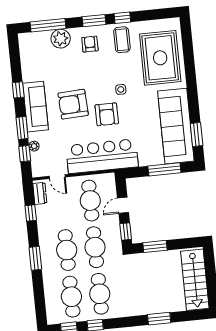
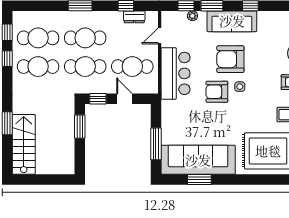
side table: (121, 89) -> (240, 87), moved
armchair: (73, 104) -> (230, 59), turned -87
window: (197, 135) -> (199, 180), moved
bar counter: (102, 156) -> (175, 73), width x0.73
dresser: (40, 193) -> (134, 17), moved
stairs: (195, 280) -> (24, 144), moved, turned 90

